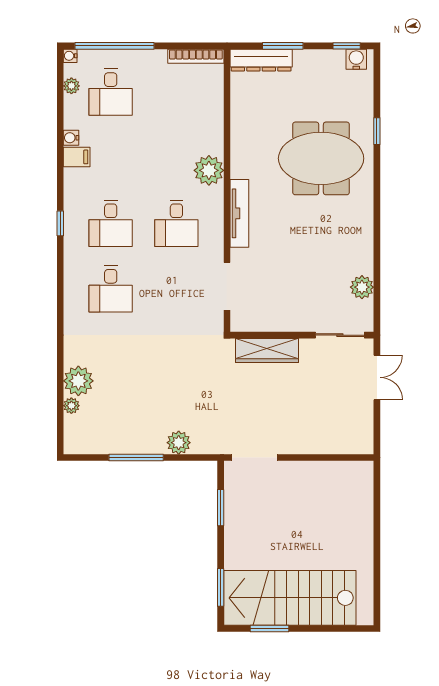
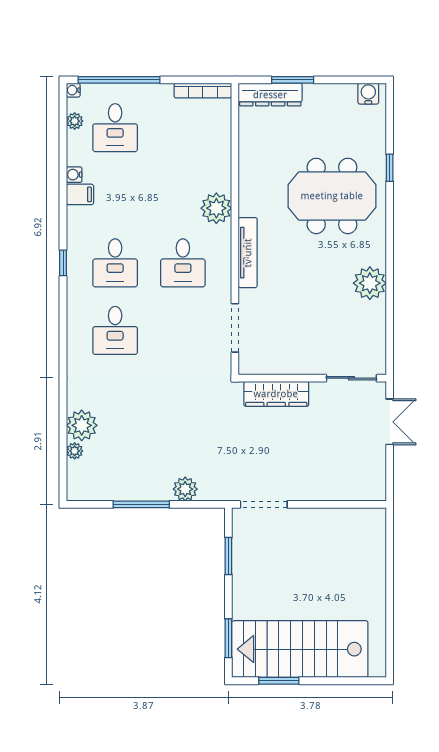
window: (347, 46) -> (358, 80), removed
plant: (362, 287) -> (370, 283), moved, width x1.36, depth x1.36

